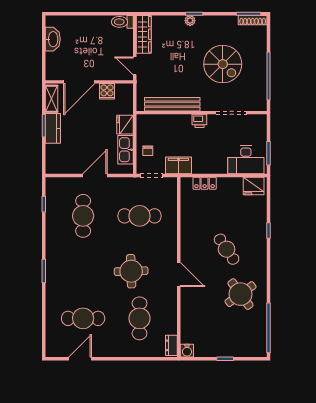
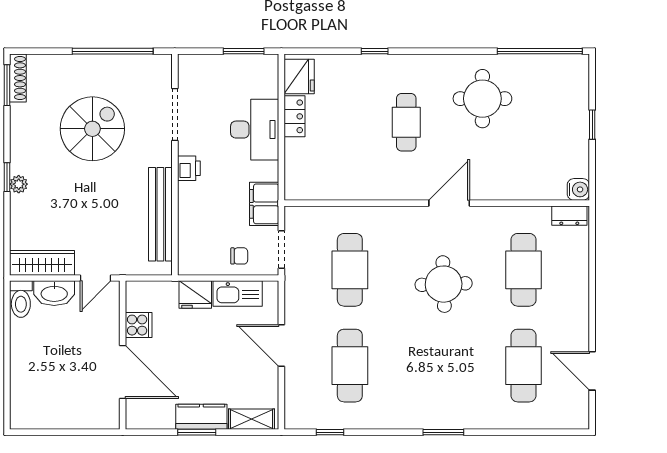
washbasin: (53, 39) -> (54, 293), moved, turned 180
shelving: (51, 99) -> (252, 419), moved
desk: (246, 160) -> (255, 130), moved
locker: (205, 183) -> (295, 116), moved
cafe table: (83, 216) -> (350, 366), turned 90
cafe table: (227, 249) -> (406, 122), turned -56
round table: (240, 294) -> (482, 99), turned 36
cafe table: (140, 318) -> (524, 270), turned 90

